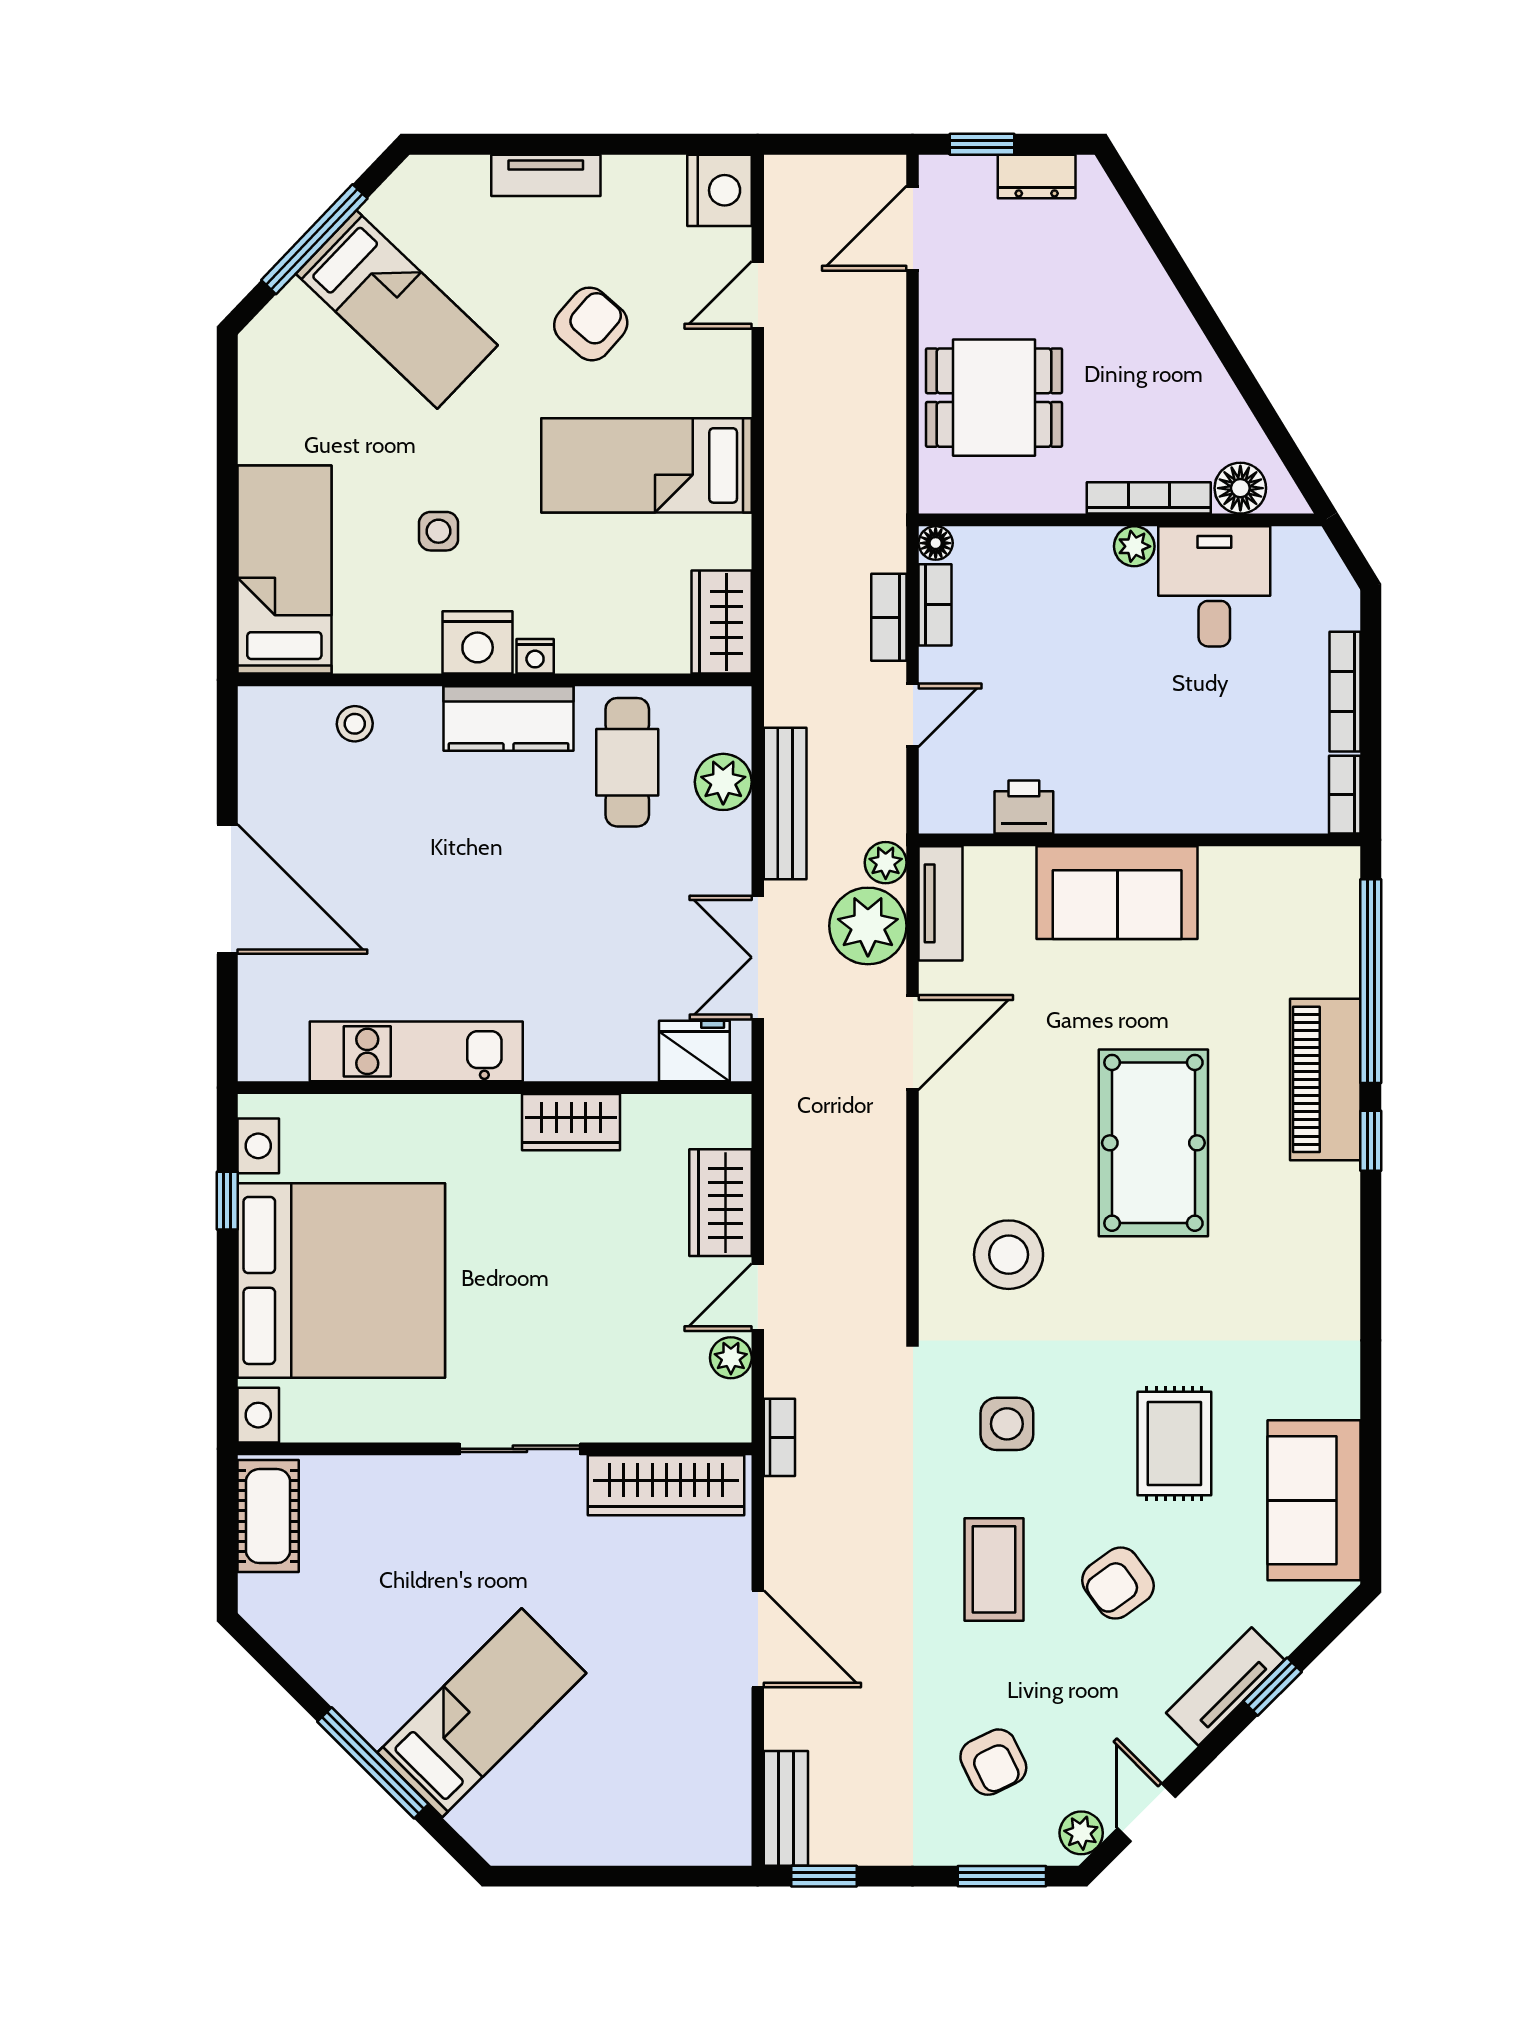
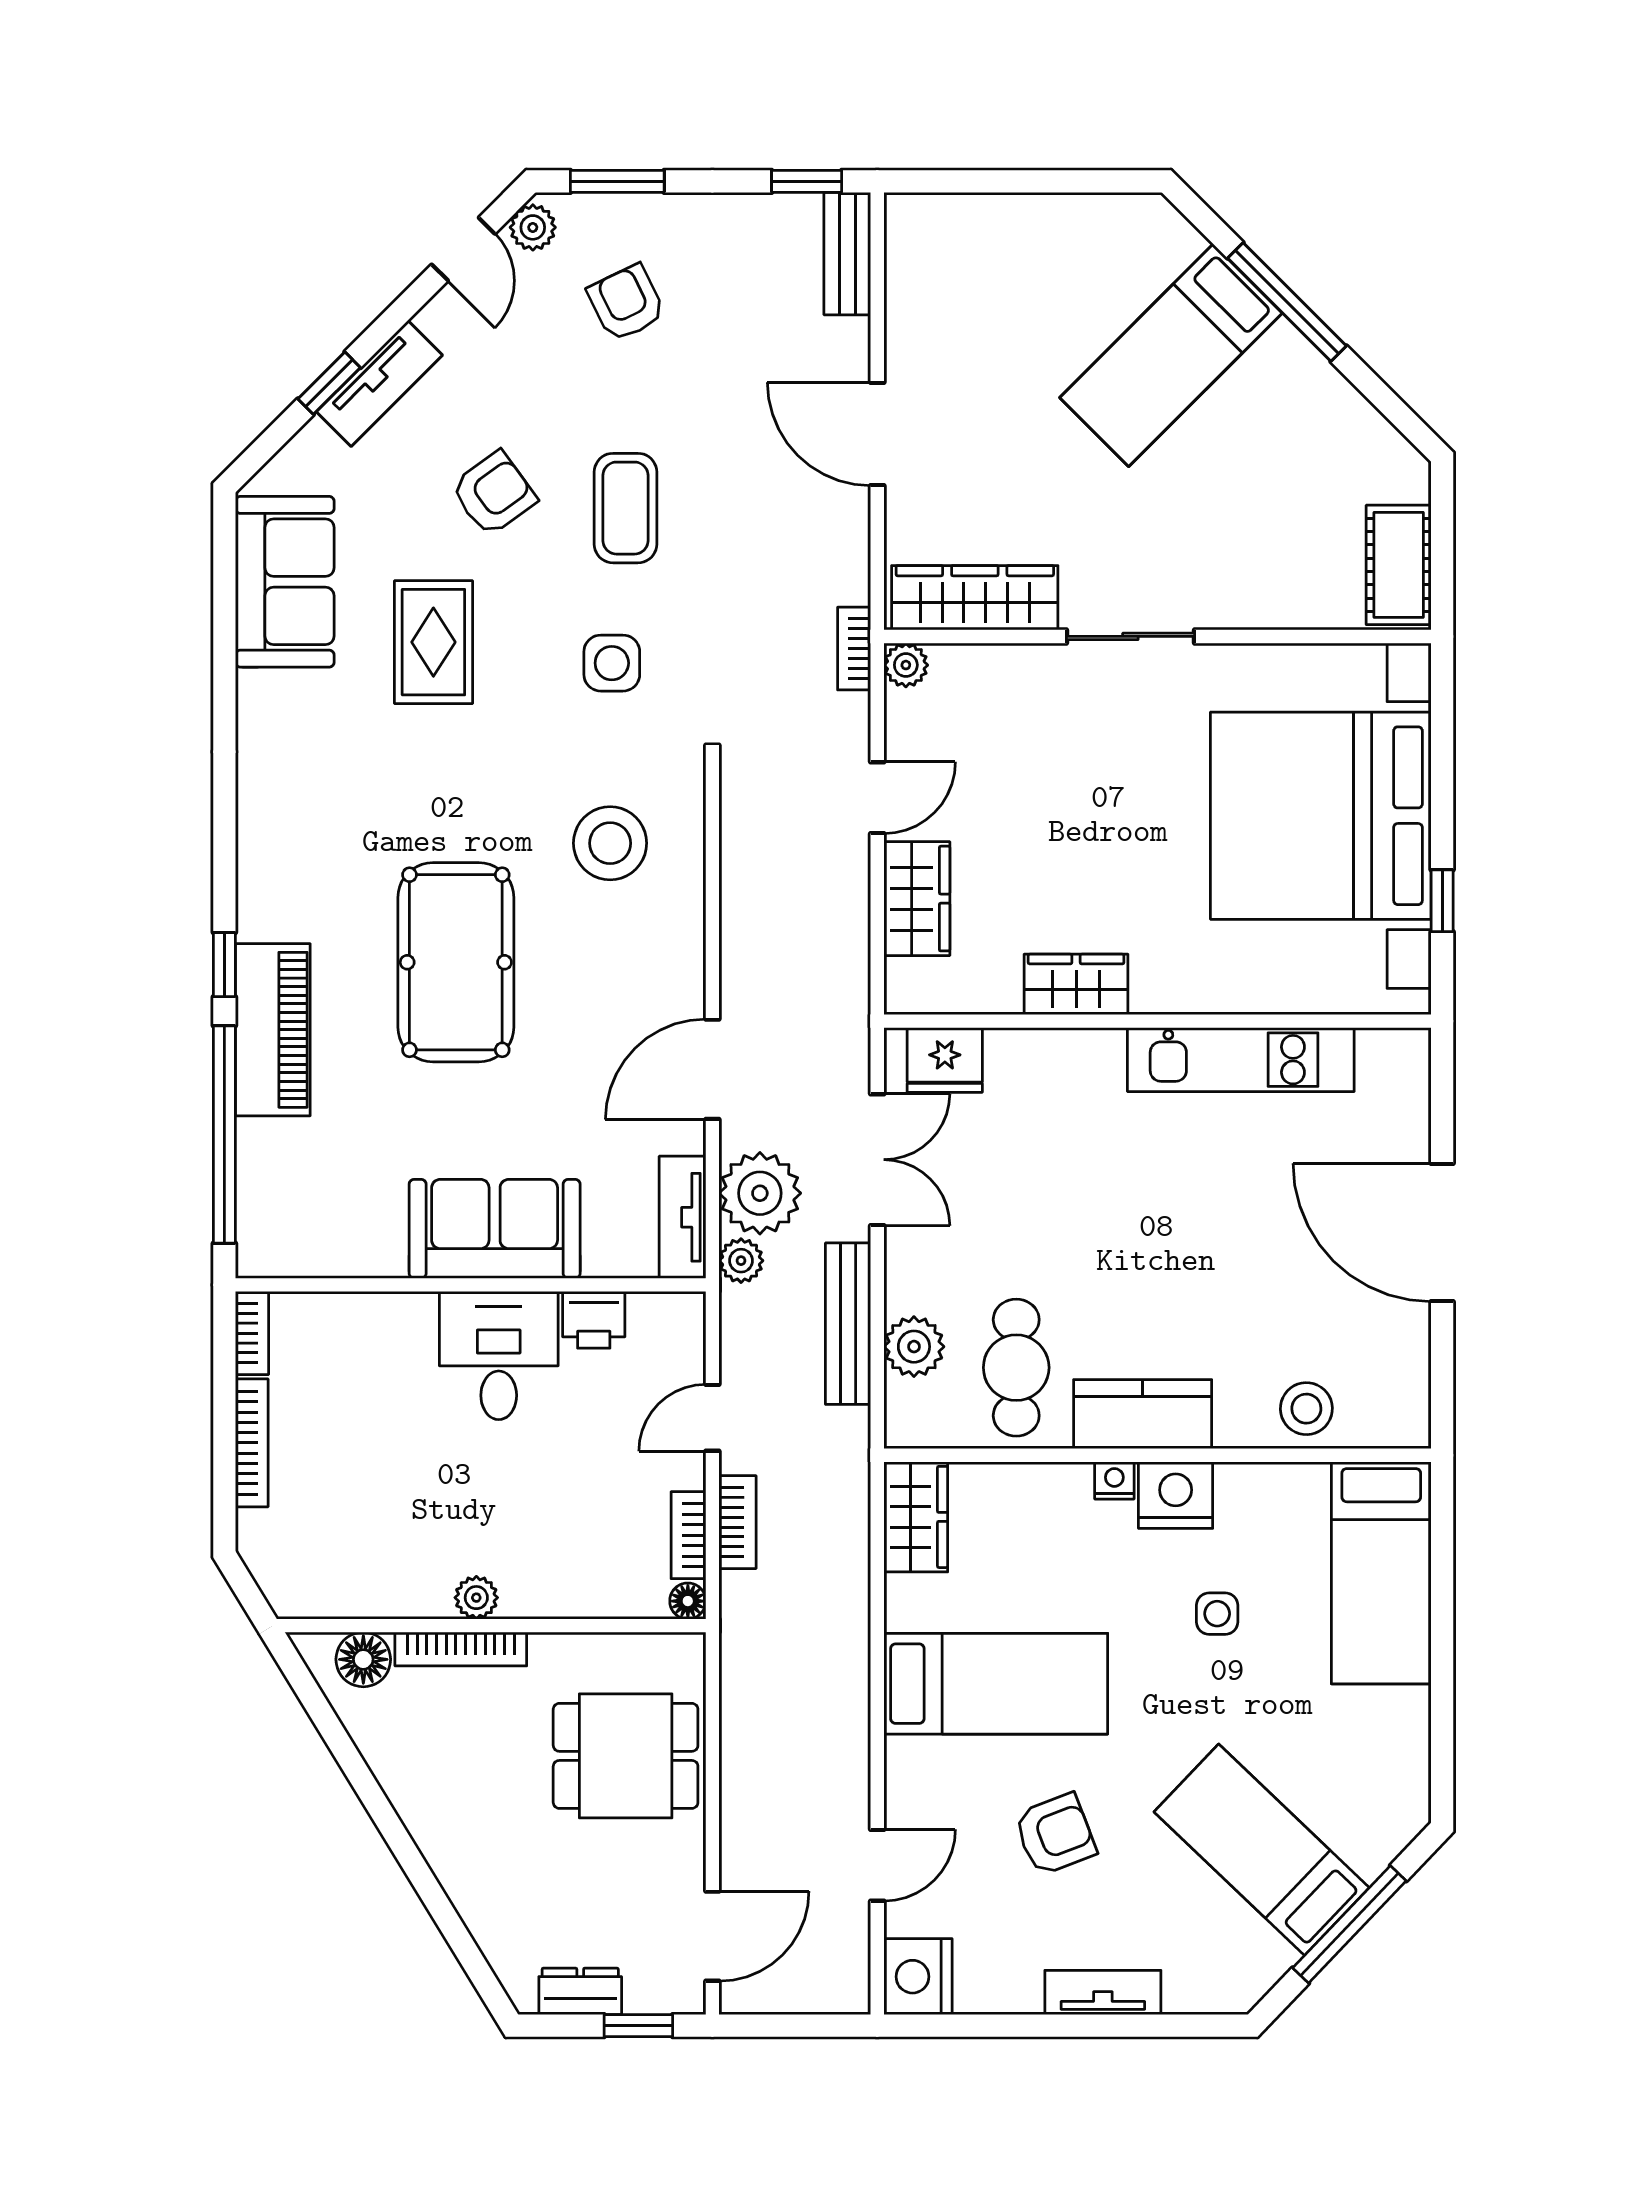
armchair: (591, 324) -> (1055, 1834), turned -152
desk: (1214, 586) -> (499, 1356), moved, turned 180
stool: (355, 724) -> (1306, 1409), width x1.37, depth x1.37
plant: (731, 1358) -> (906, 665), moved

